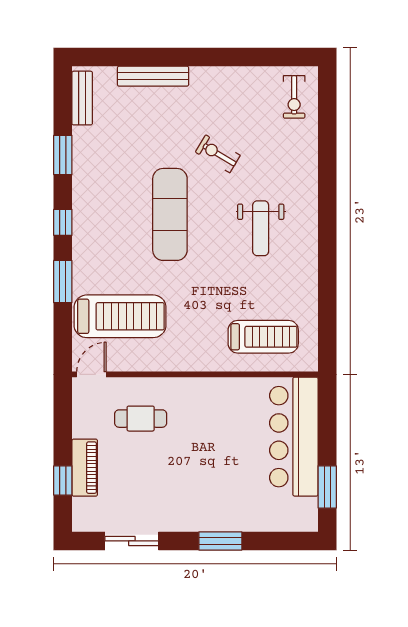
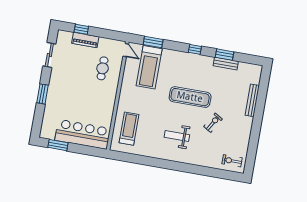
bench: (82, 98) -> (226, 64), moved
window: (63, 282) -> (153, 42), moved
treadmill: (263, 337) -> (129, 129), turned 180

